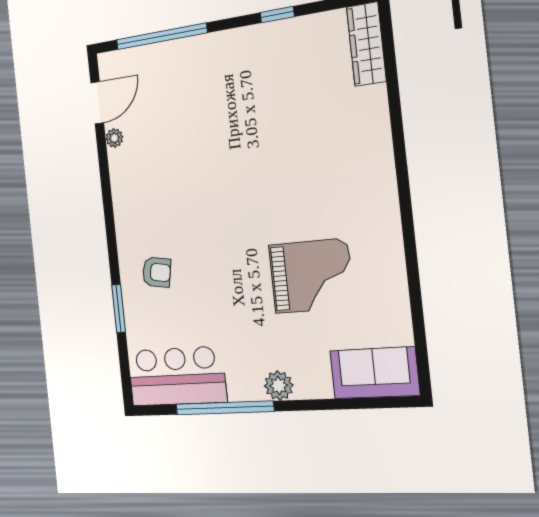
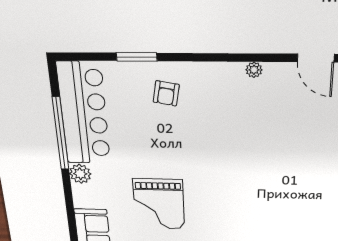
plant: (114, 138) -> (254, 70), moved
bar counter: (177, 376) -> (84, 114), width x1.36

